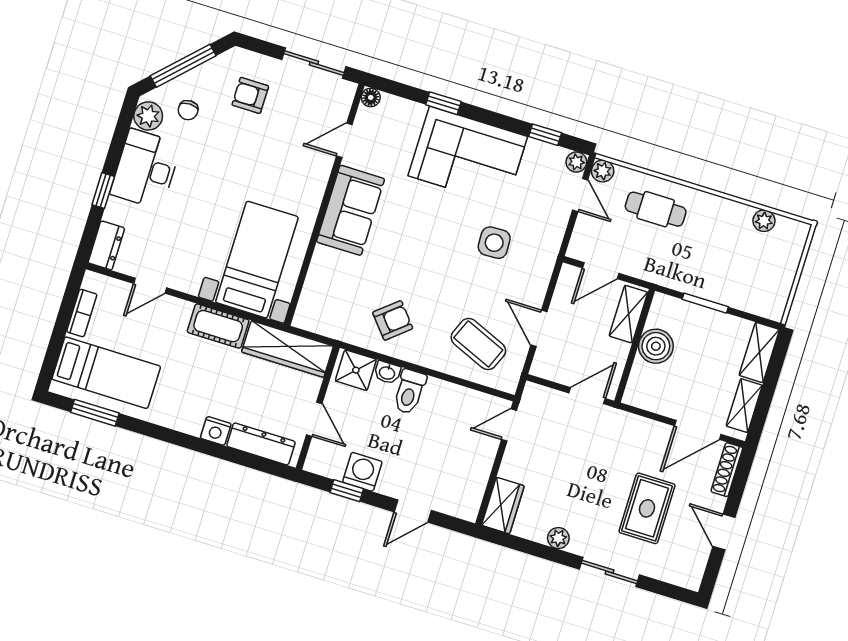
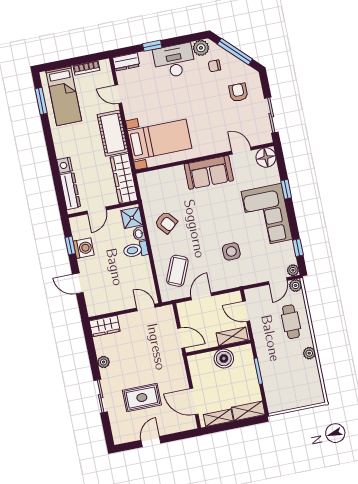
floor lamp: (371, 97) -> (266, 158), width x1.89, depth x1.89
plant: (764, 221) -> (309, 353), moved
cot: (218, 326) -> (113, 133), width x1.37, depth x1.34
shoe rack: (727, 470) -> (182, 426), removed

